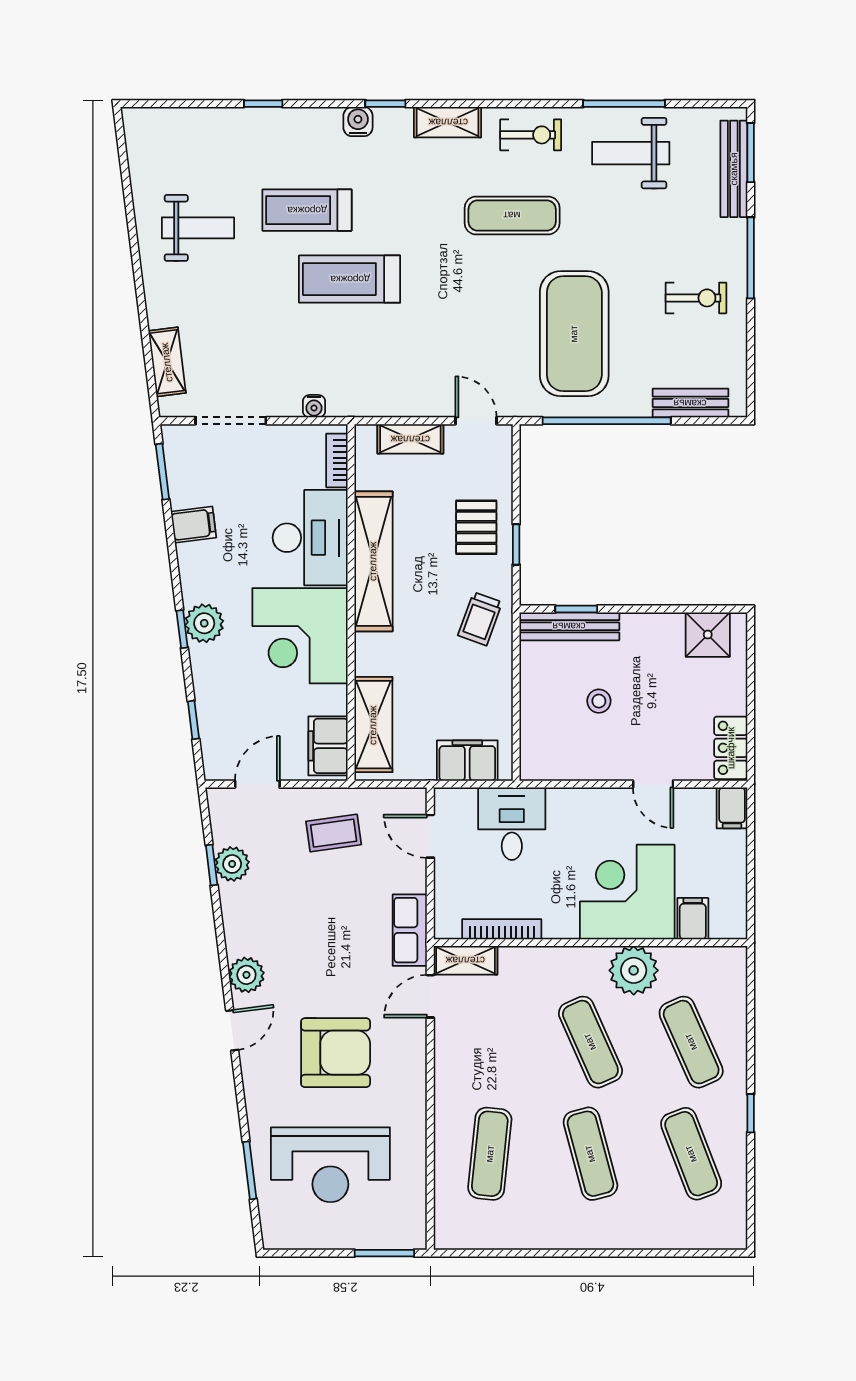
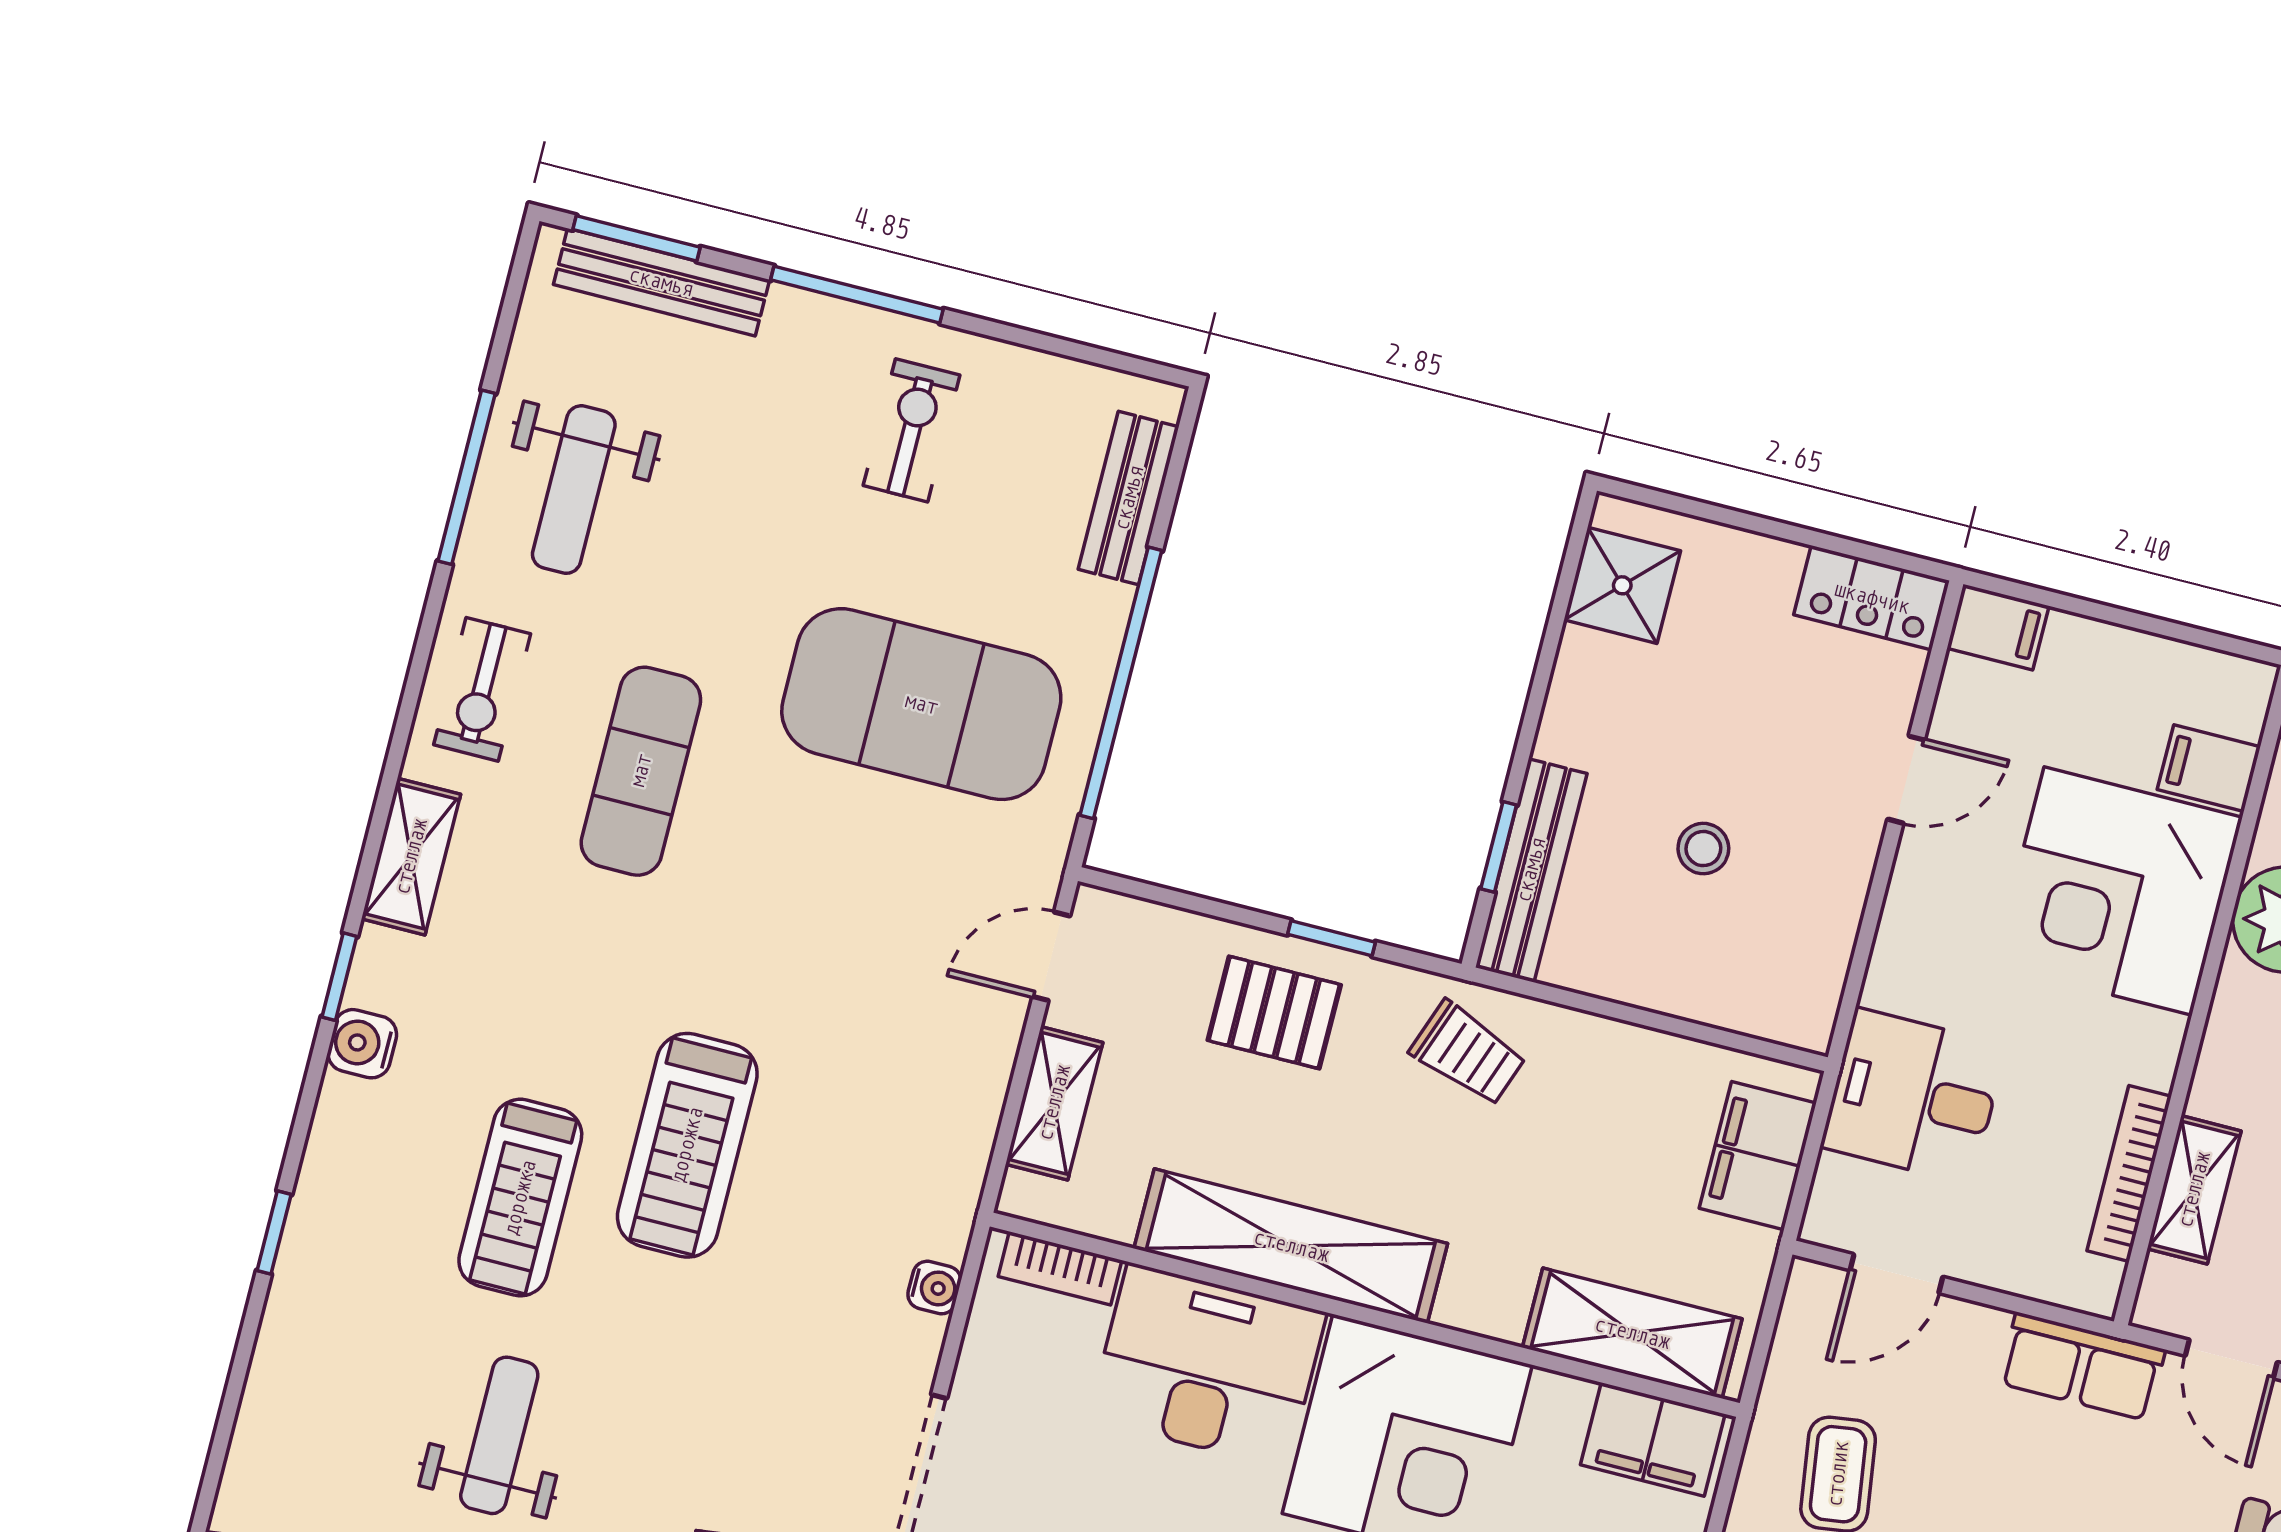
exercise bike: (531, 135) -> (482, 689), turned 180
shelving: (465, 960) -> (2194, 1190), moved

